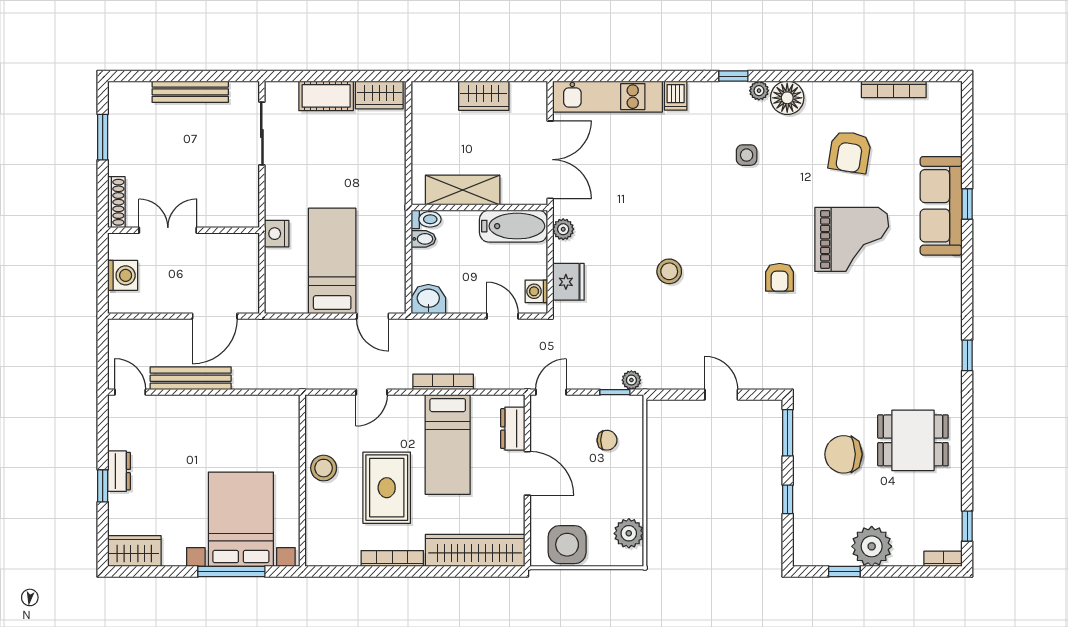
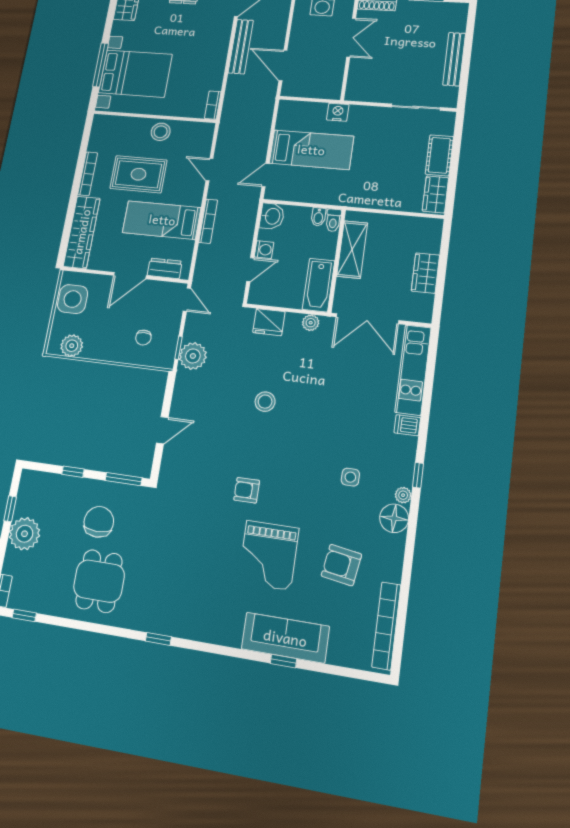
bookcase: (894, 89) -> (386, 626), width x1.48, depth x1.31
washing machine: (536, 291) -> (264, 250), moved, turned 90
plant: (631, 380) -> (193, 356), width x1.88, depth x1.88
bookcase: (279, 403) -> (213, 105), added

